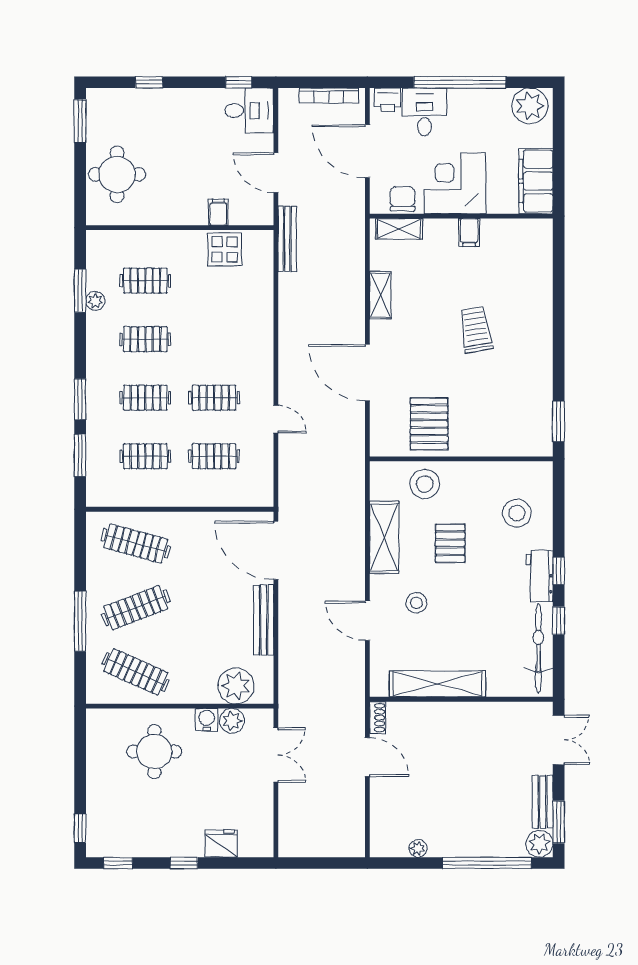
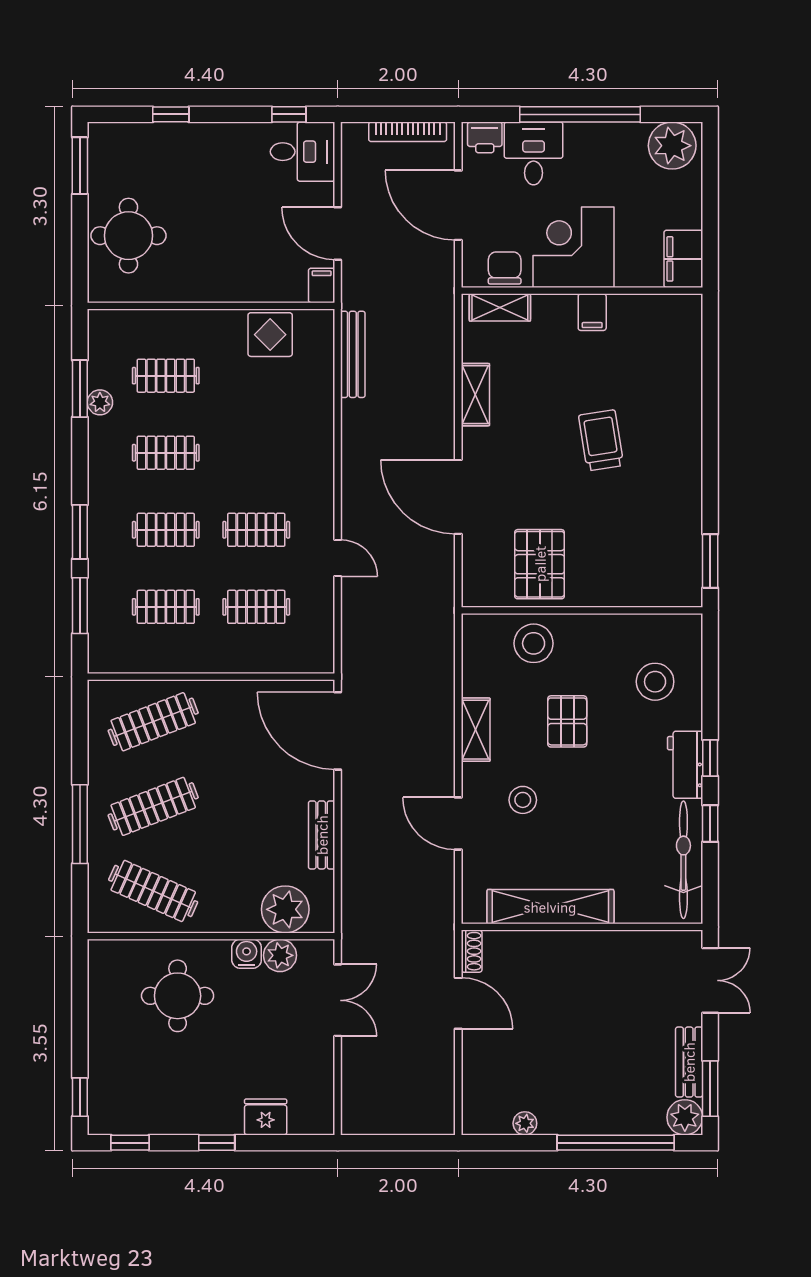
filing cabinet: (536, 181) -> (683, 259), width x0.67, depth x0.86
filing cabinet: (218, 212) -> (322, 285), moved
bench: (287, 239) -> (353, 354), moved
shelving: (384, 537) -> (476, 730), width x0.67, depth x0.75
clothes rail: (136, 543) -> (153, 722), turned -36
bench: (264, 620) -> (322, 835), width x0.73

